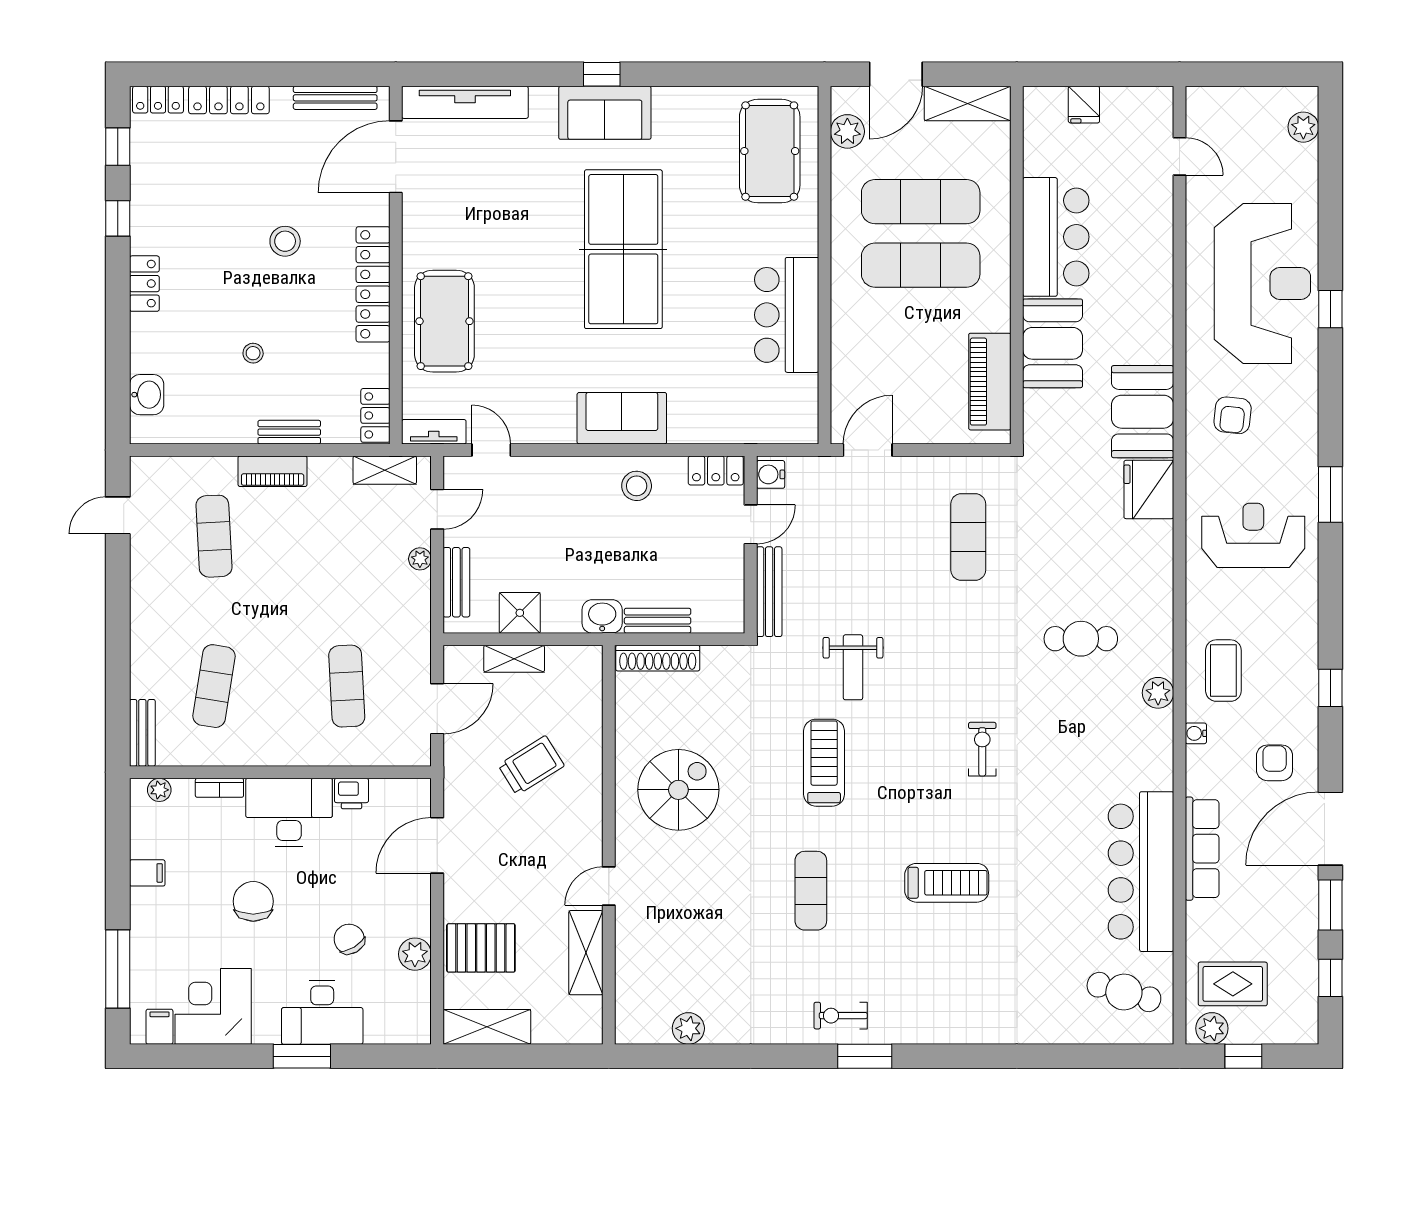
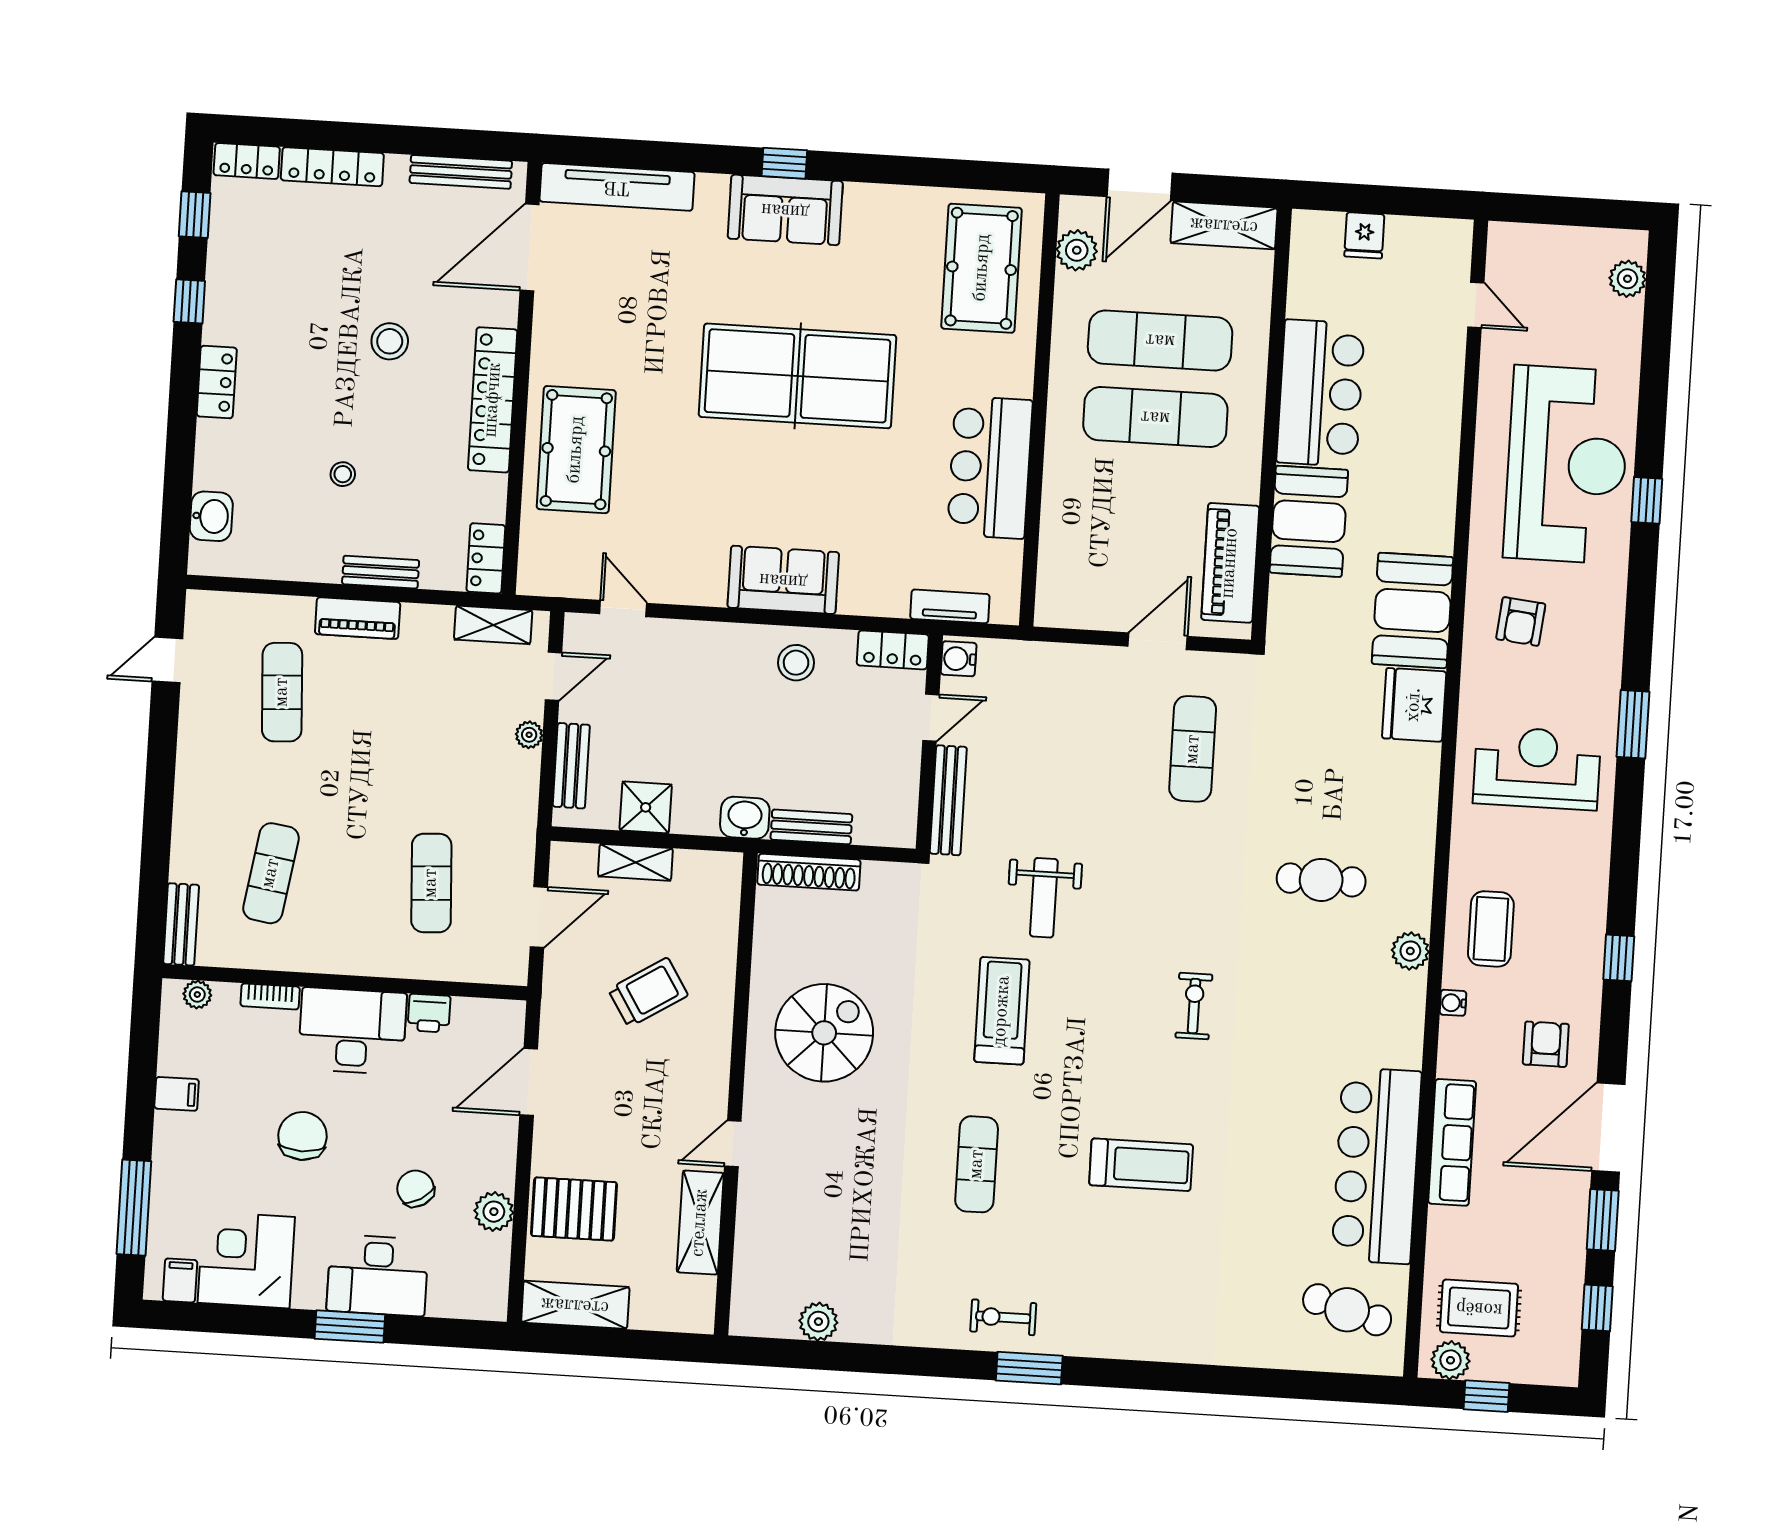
table tennis table: (623, 249) -> (798, 376), turned 90
tv unit: (434, 432) -> (950, 606), moved
door: (868, 450) -> (1158, 641), moved

